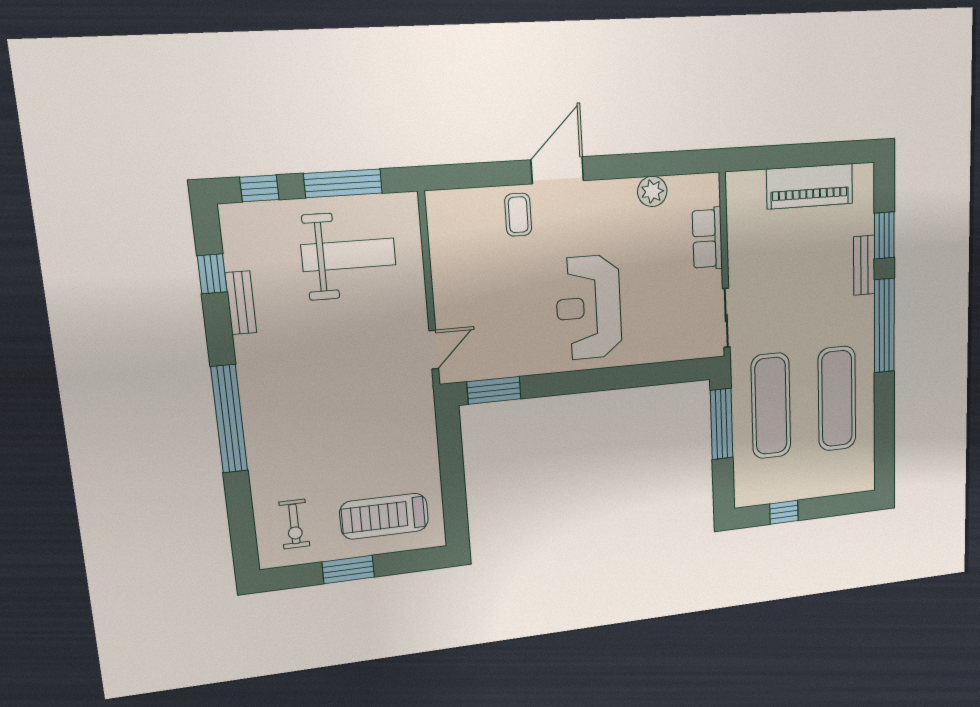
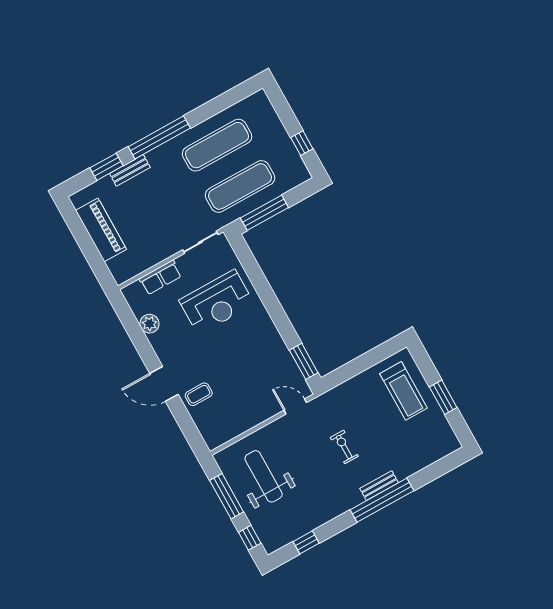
bench: (241, 303) -> (379, 486), moved
reception desk: (589, 307) -> (217, 302), moved
exercise bike: (294, 524) -> (344, 447), moved, turned -90

